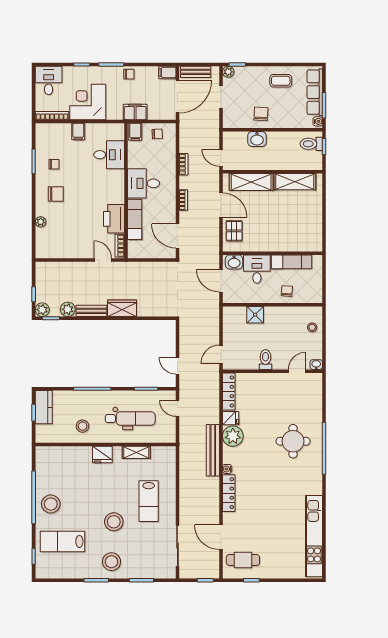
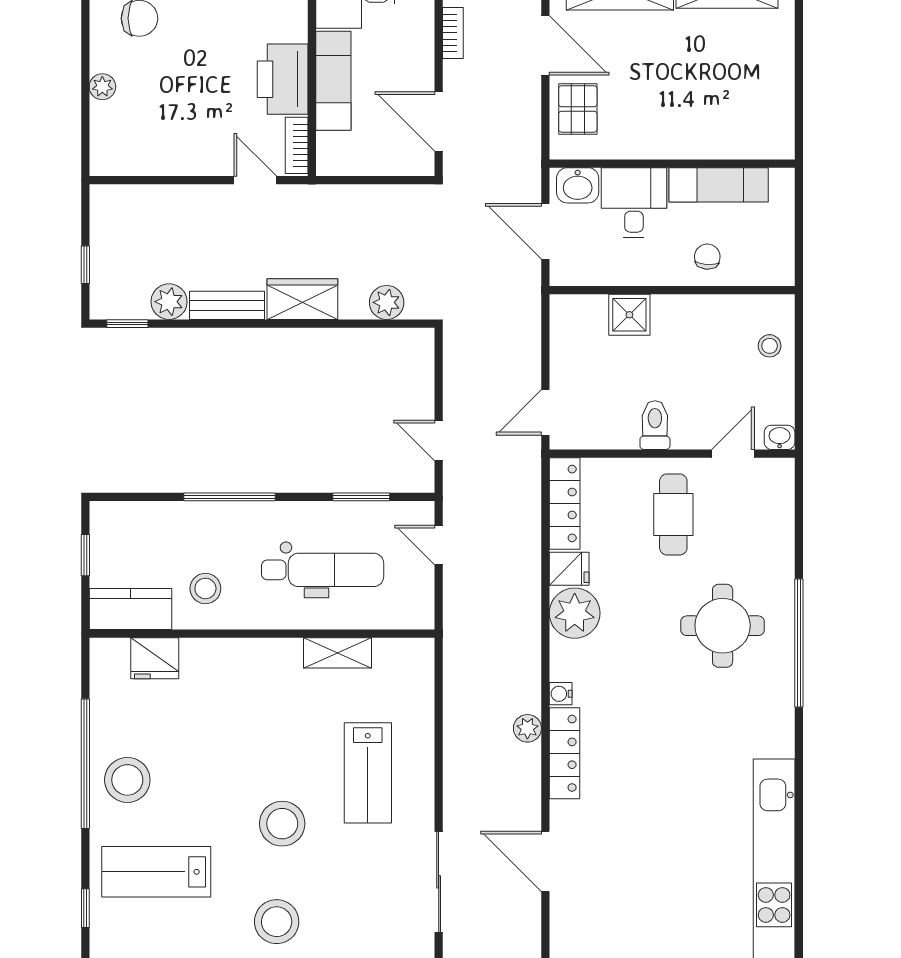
plant: (42, 310) -> (387, 302), moved
kitchen counter: (44, 407) -> (130, 609), moved, turned -90
bench: (213, 450) -> (526, 648), removed
fridge: (102, 454) -> (155, 658), moved
plant: (214, 483) -> (527, 728), added
cafe table: (243, 560) -> (673, 514), moved, turned 90

